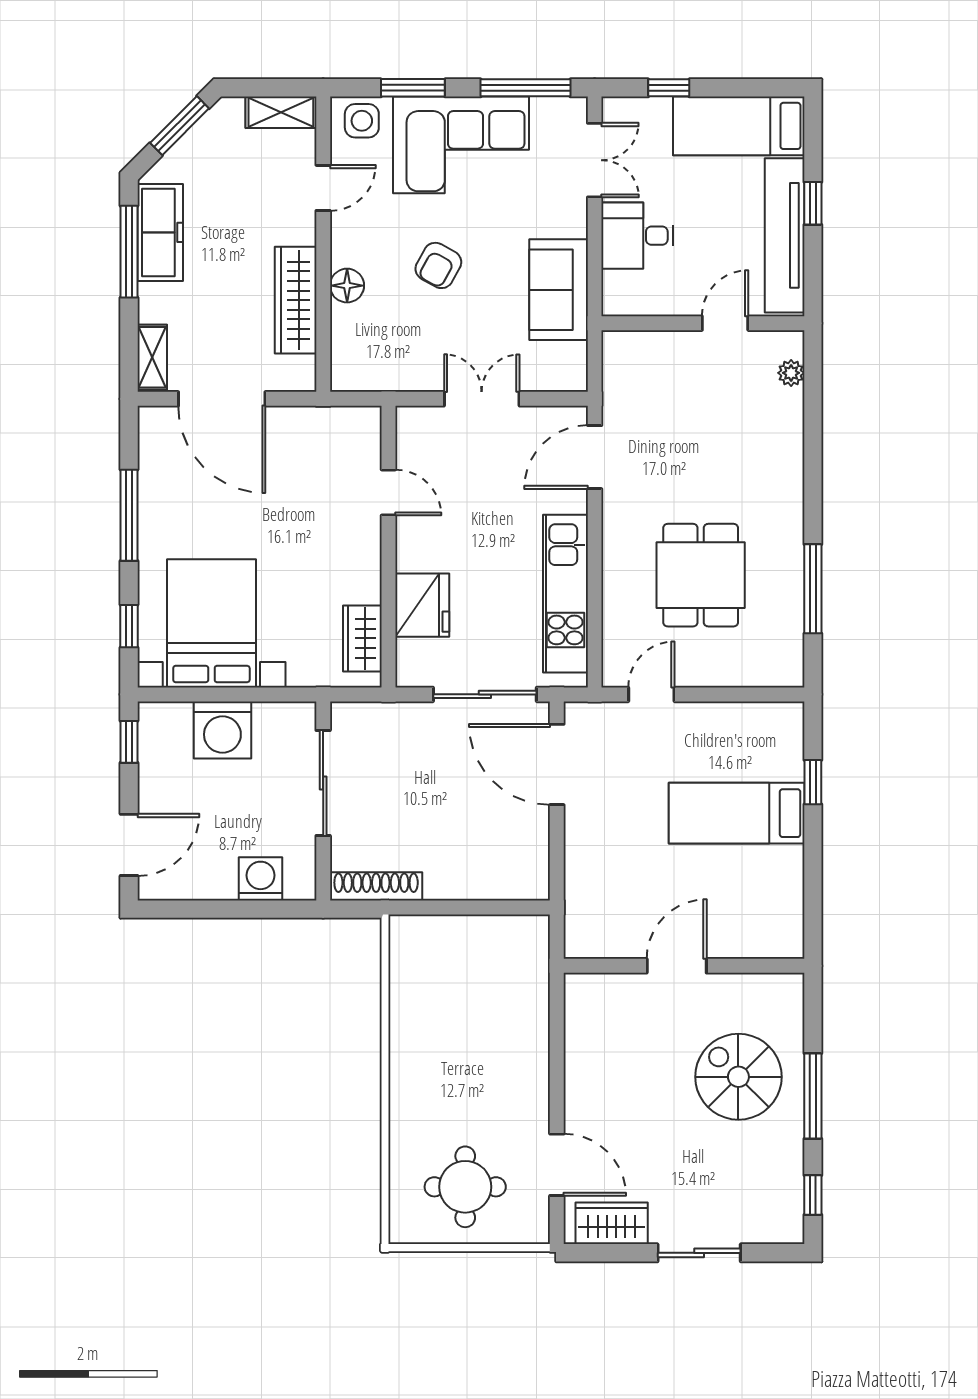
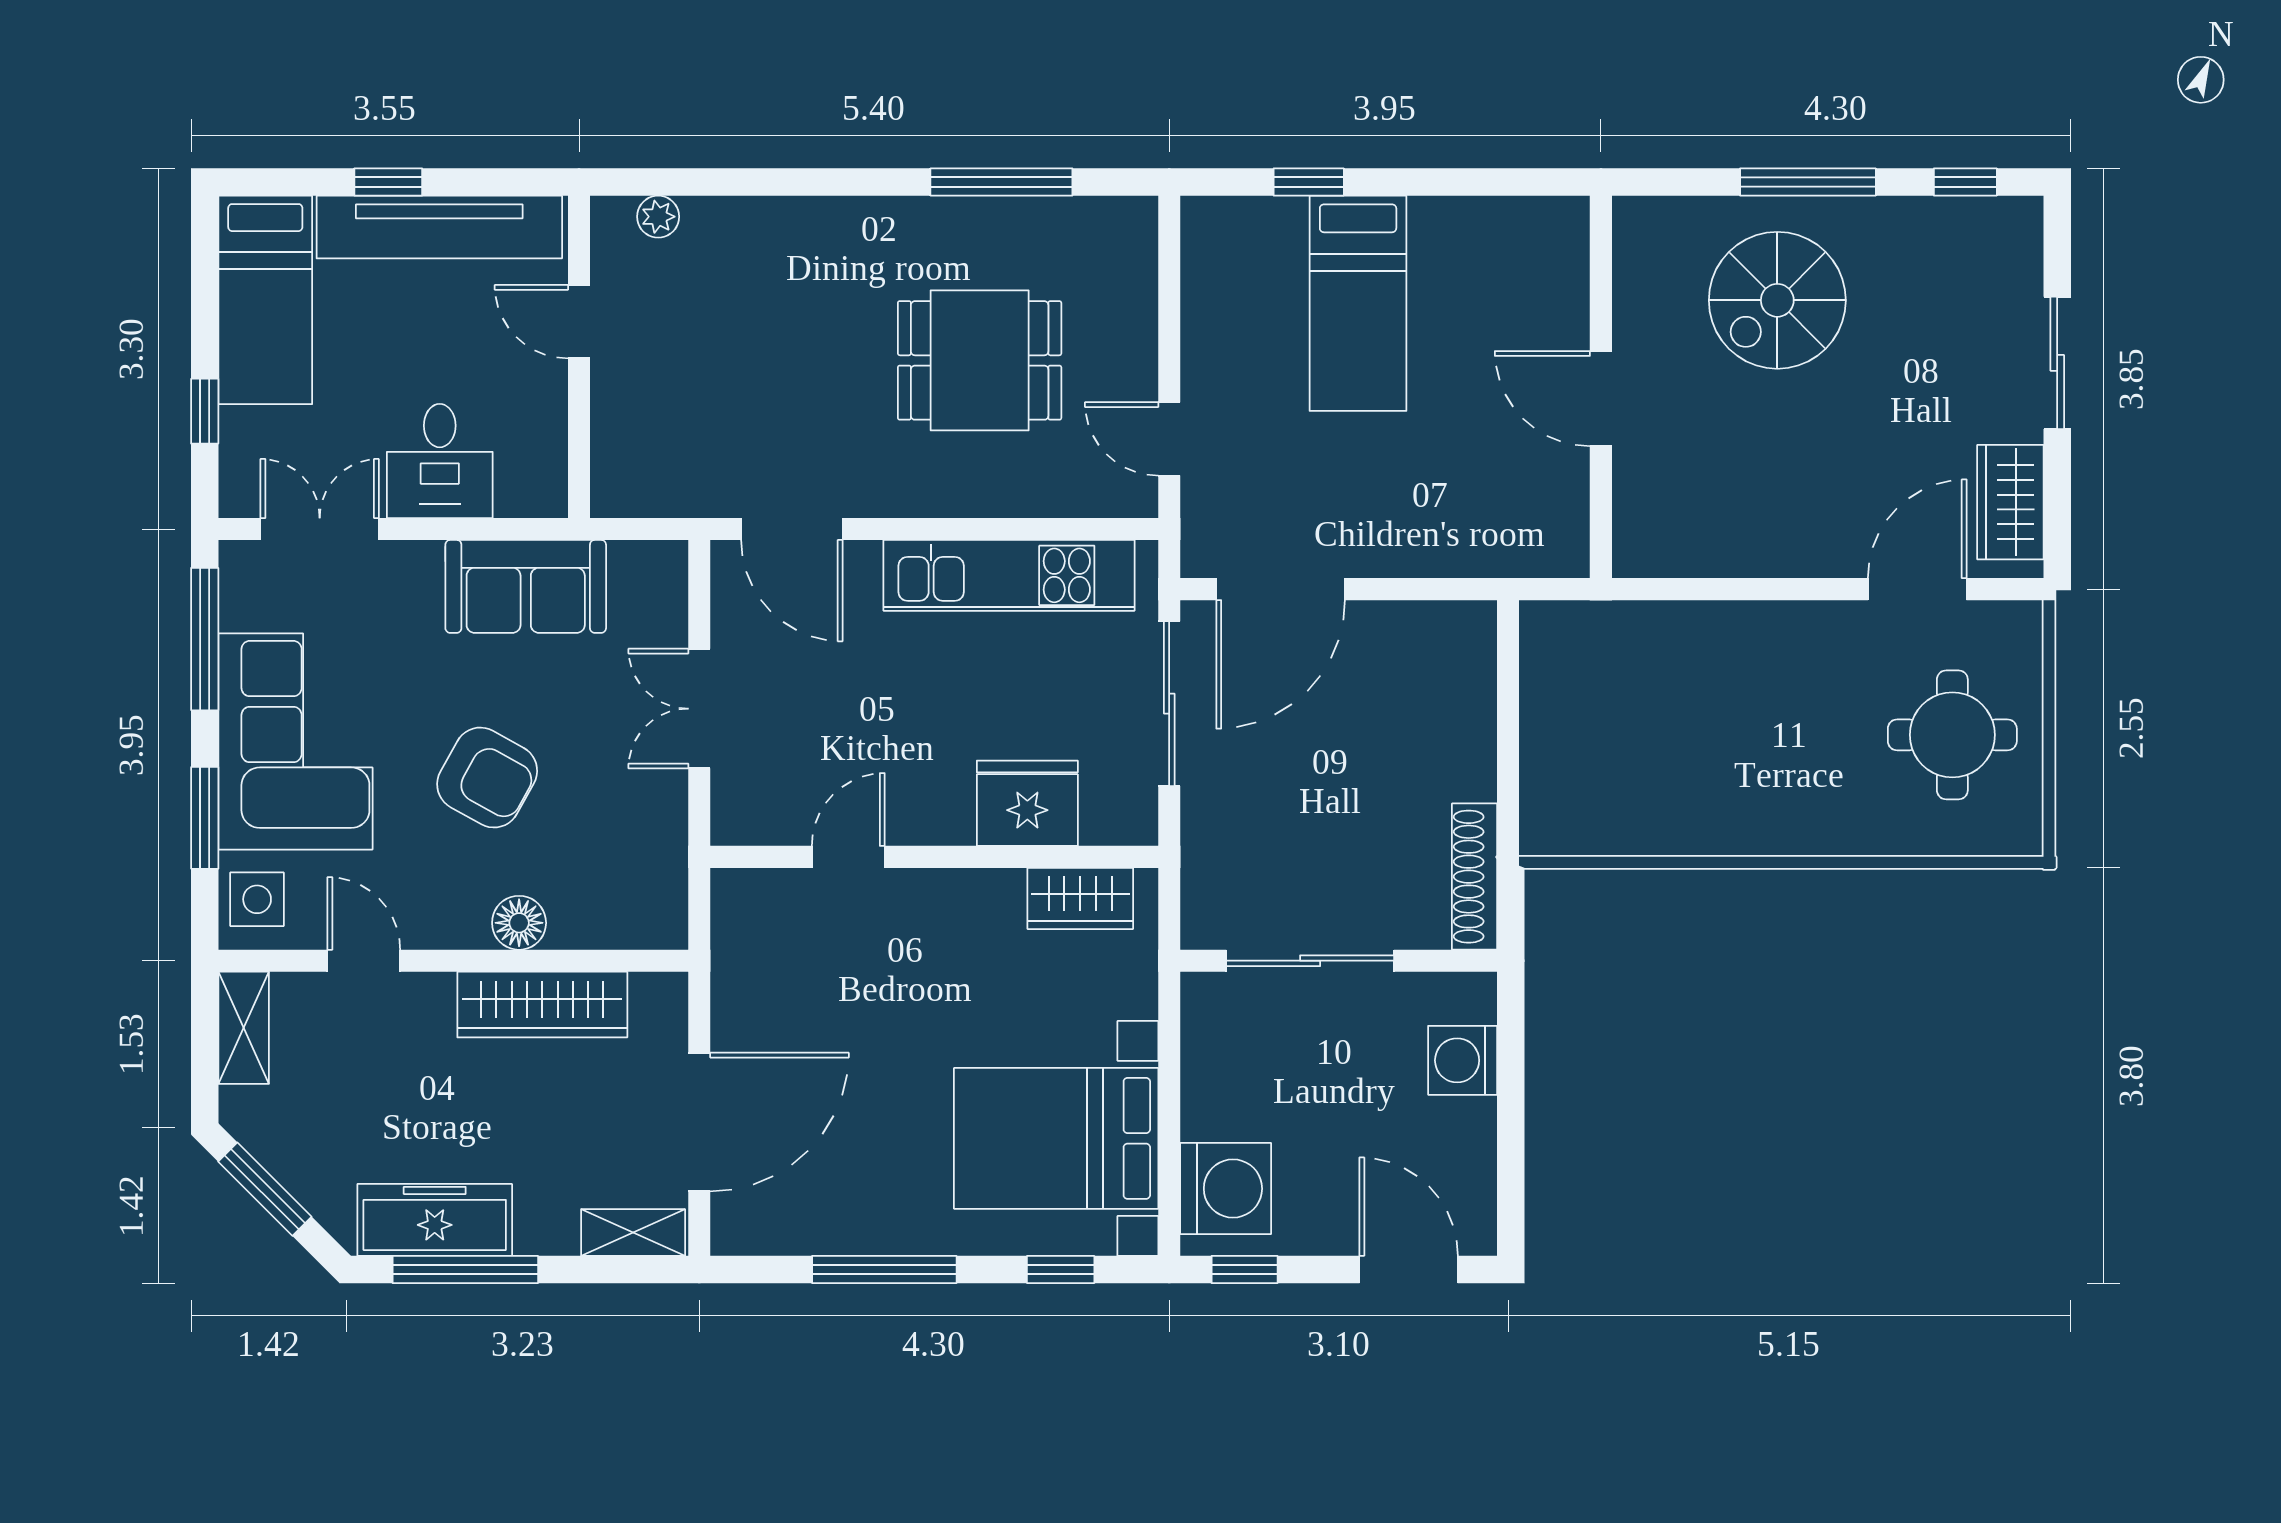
armchair: (438, 265) -> (487, 778), width x1.38, depth x1.38
washing machine: (222, 730) -> (1226, 1189), moved

